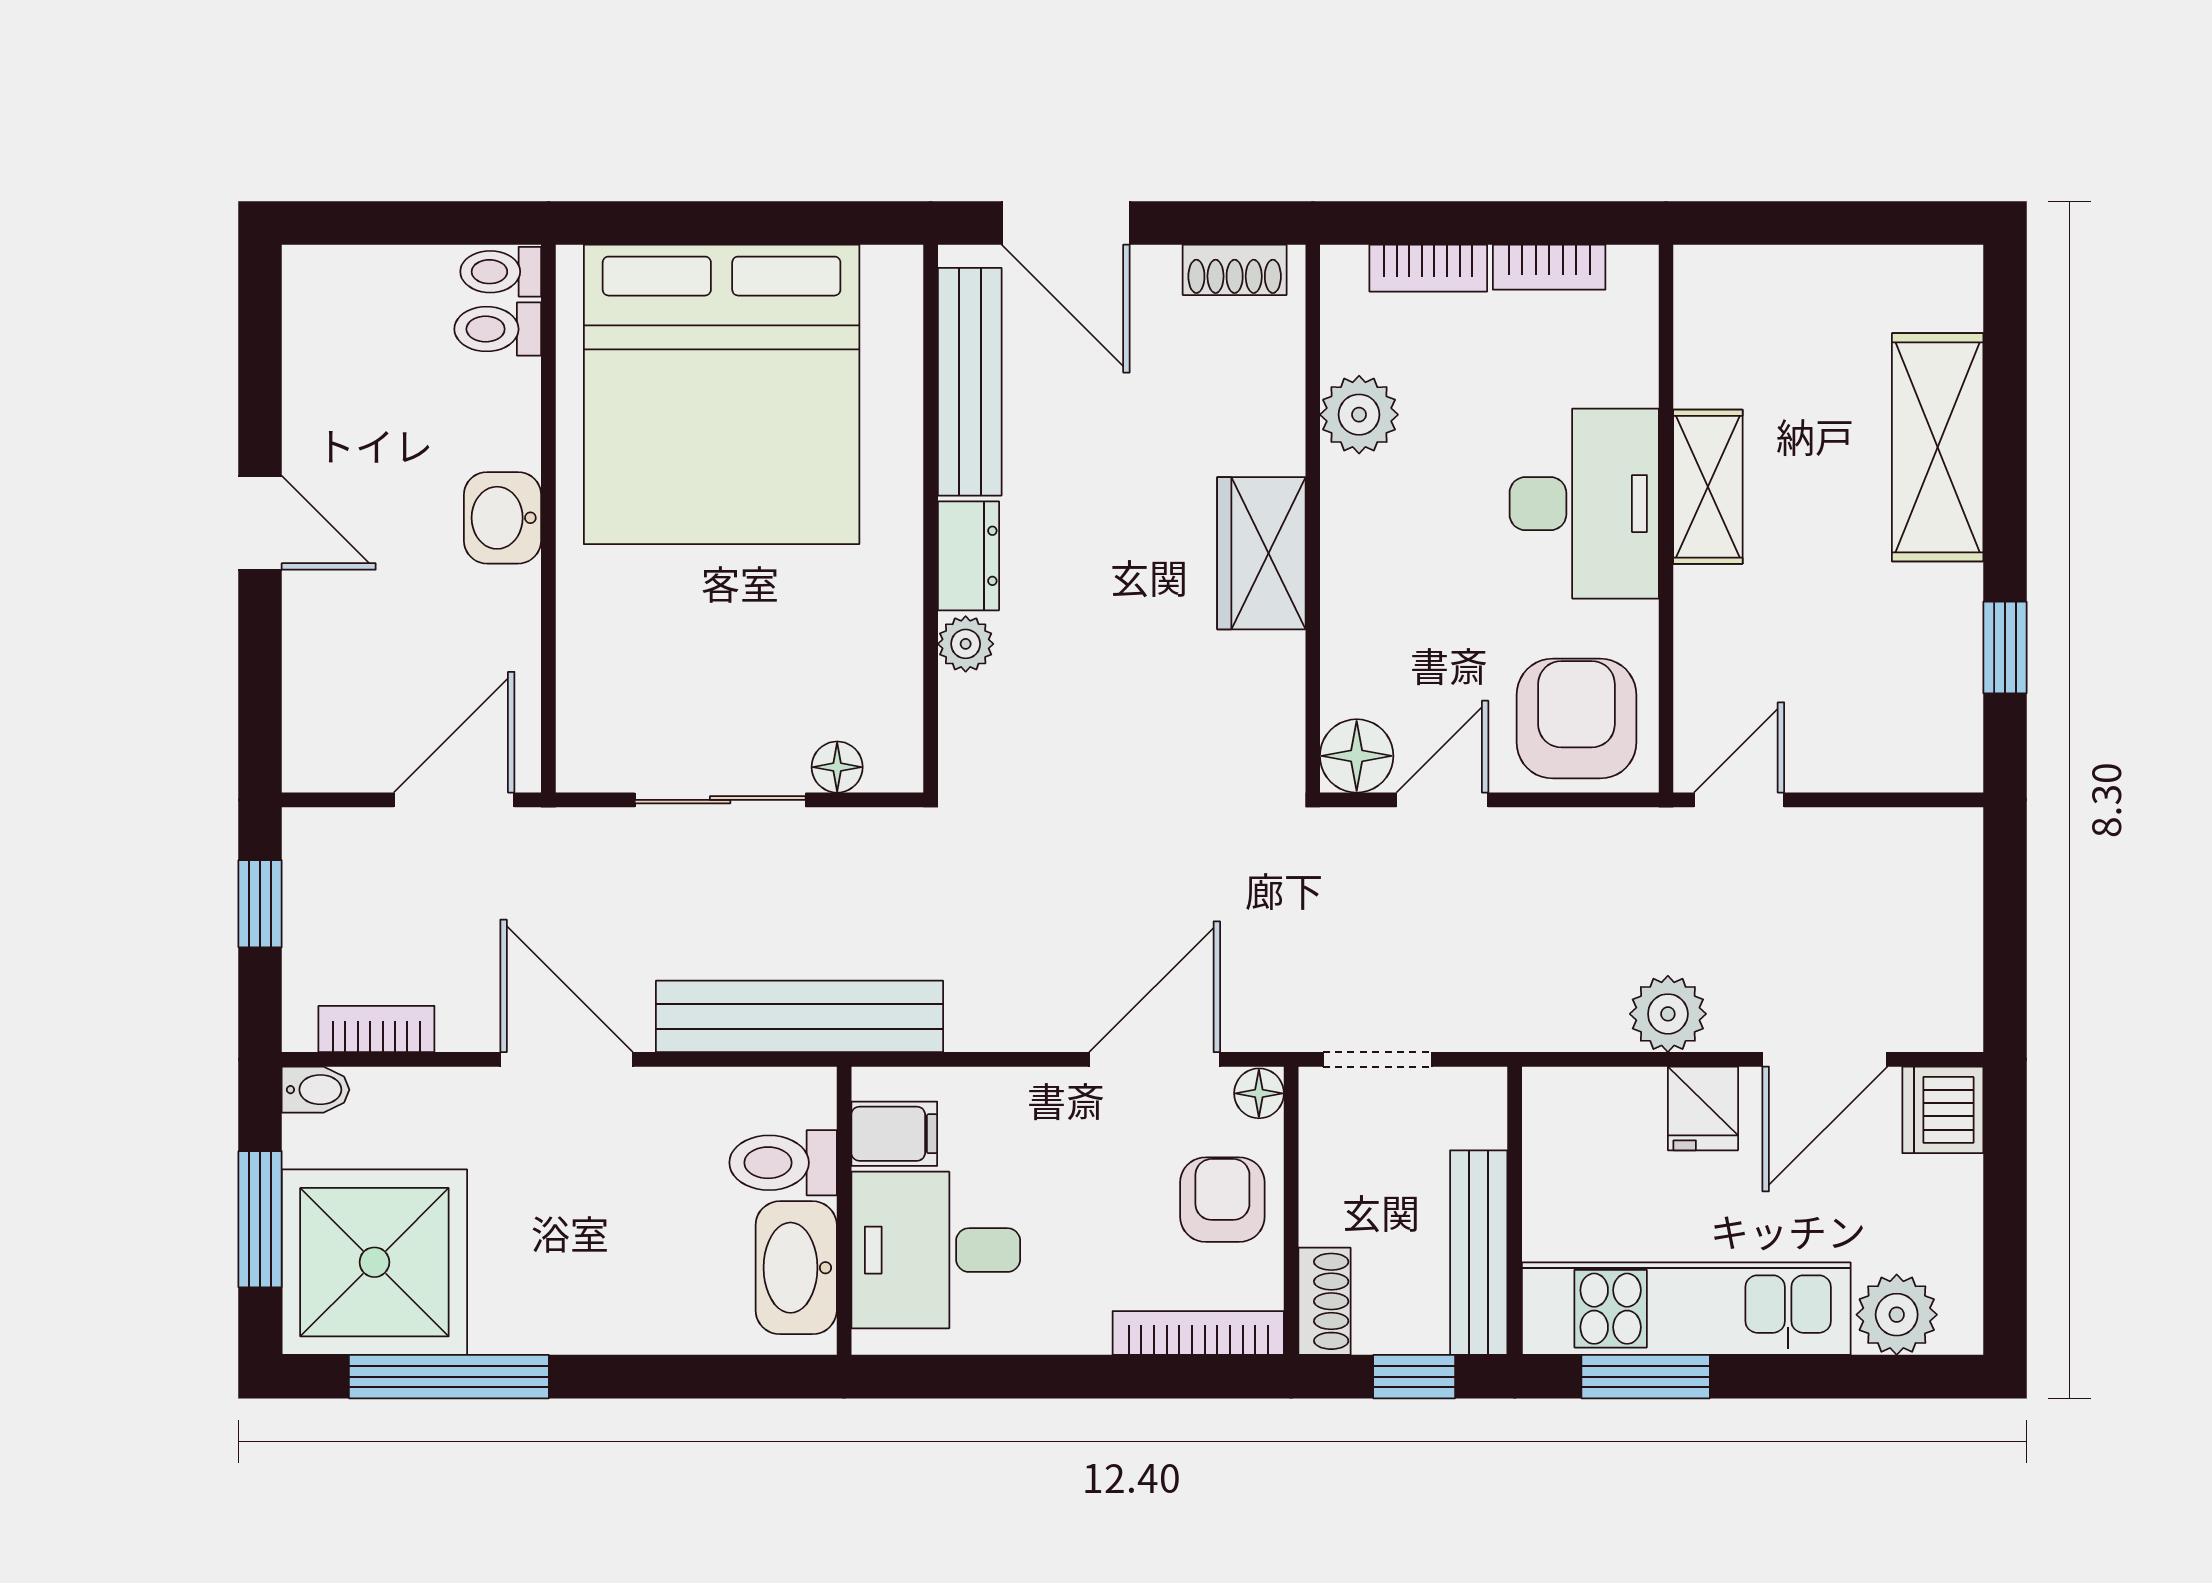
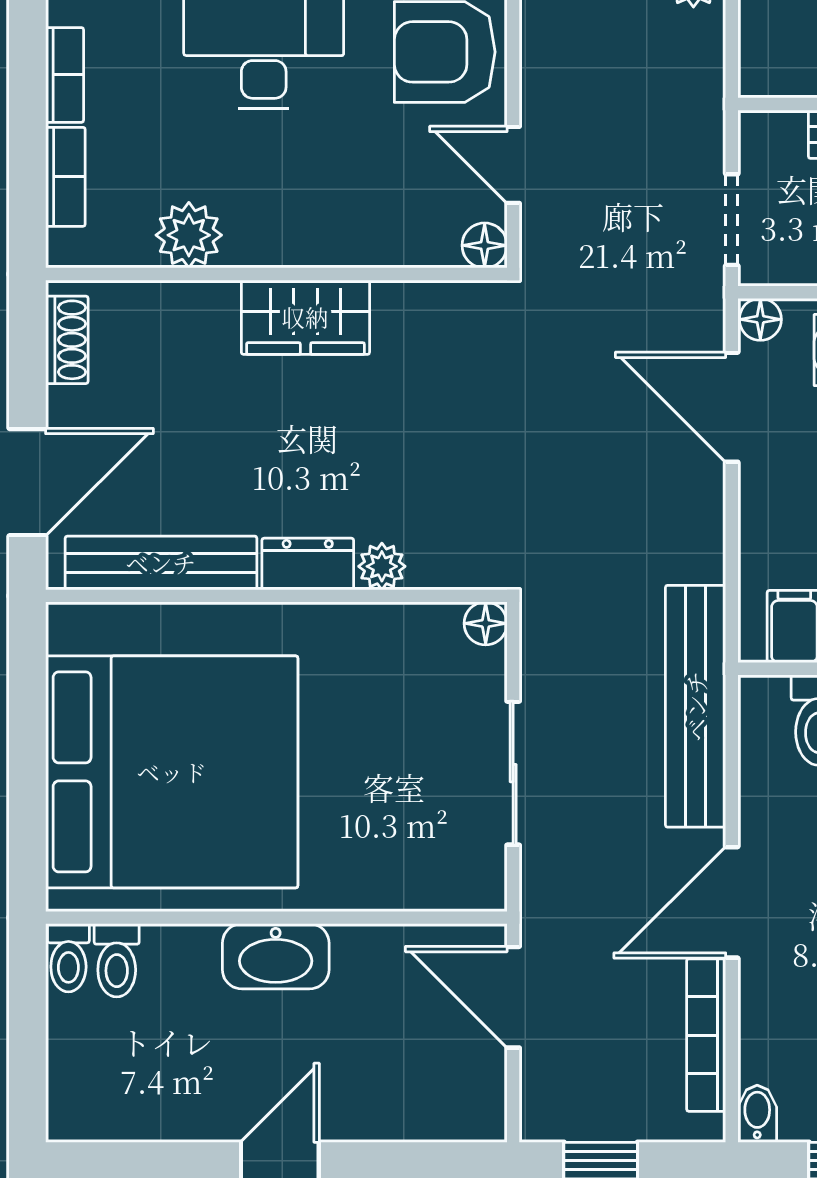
washbasin: (503, 518) -> (276, 956), width x1.38
floor lamp: (1357, 756) -> (485, 245), width x0.73, depth x0.73
floor lamp: (837, 767) -> (486, 623), moved
bookcase: (376, 1029) -> (706, 1035), width x1.56

